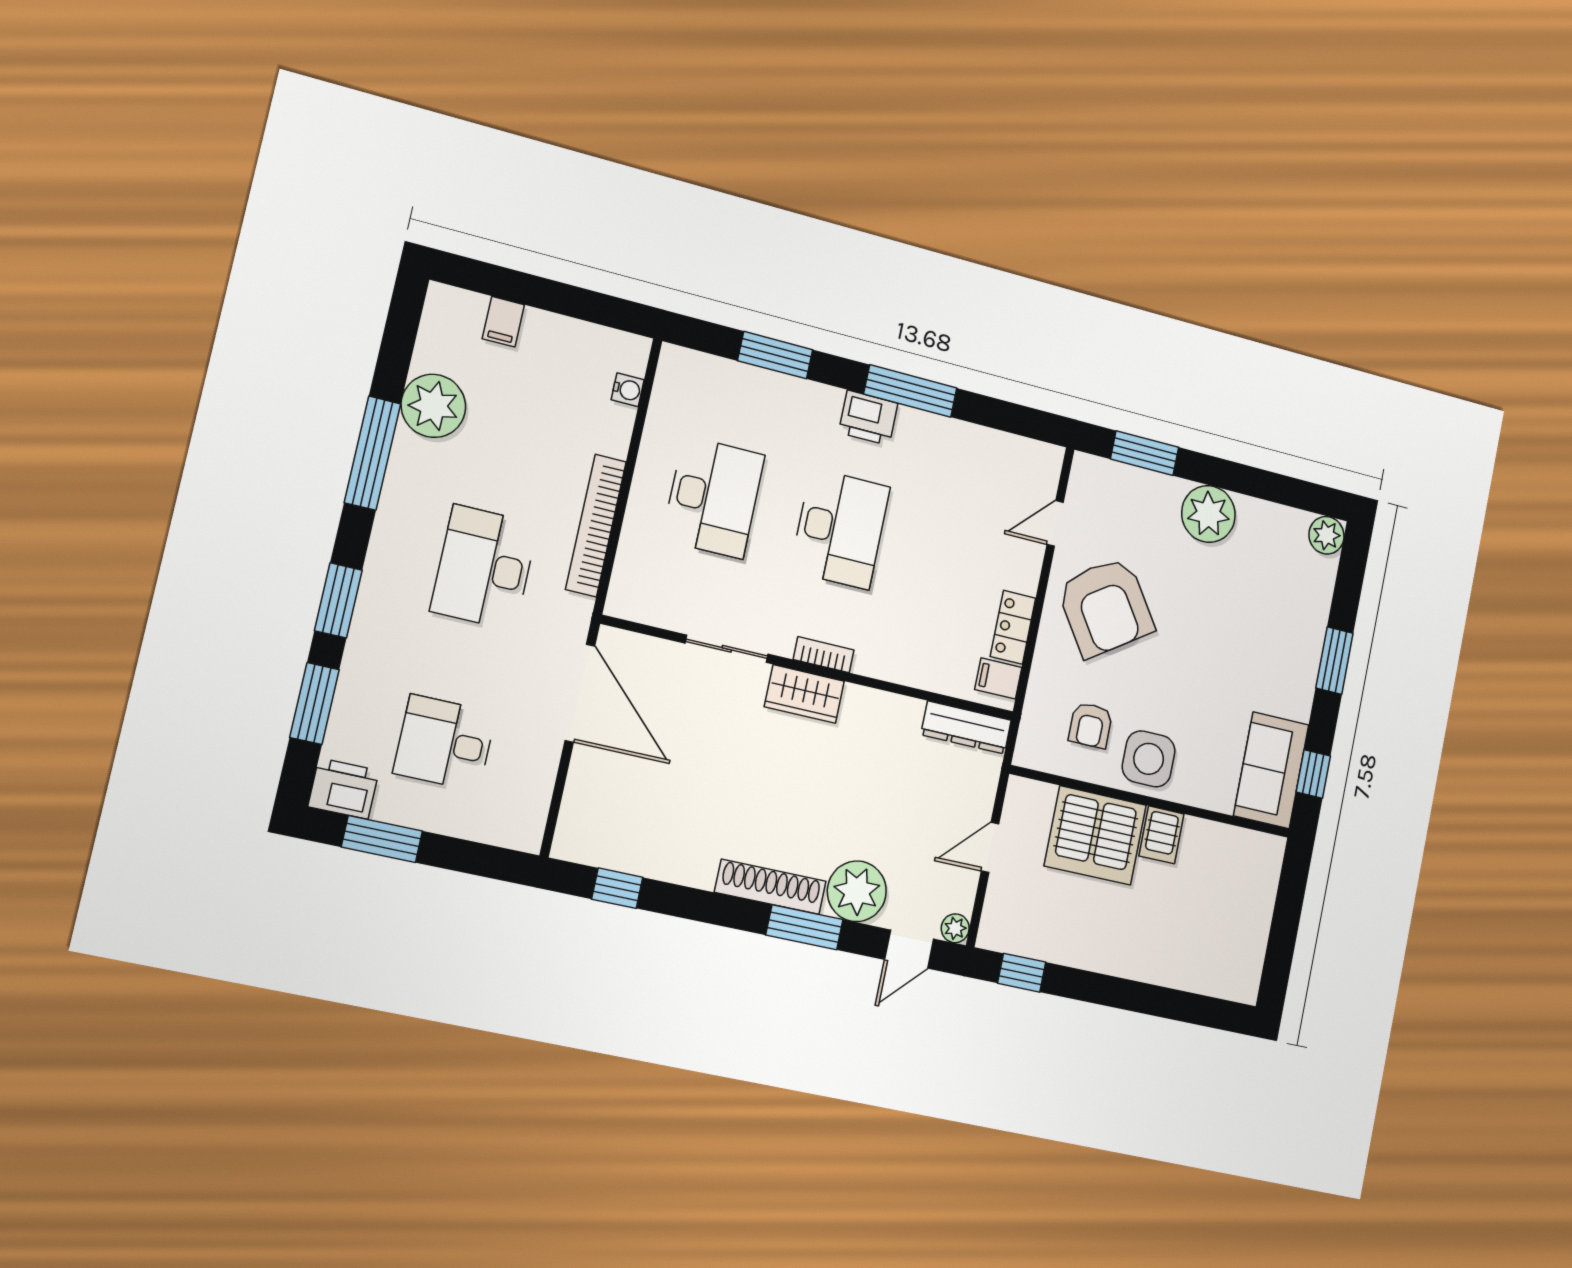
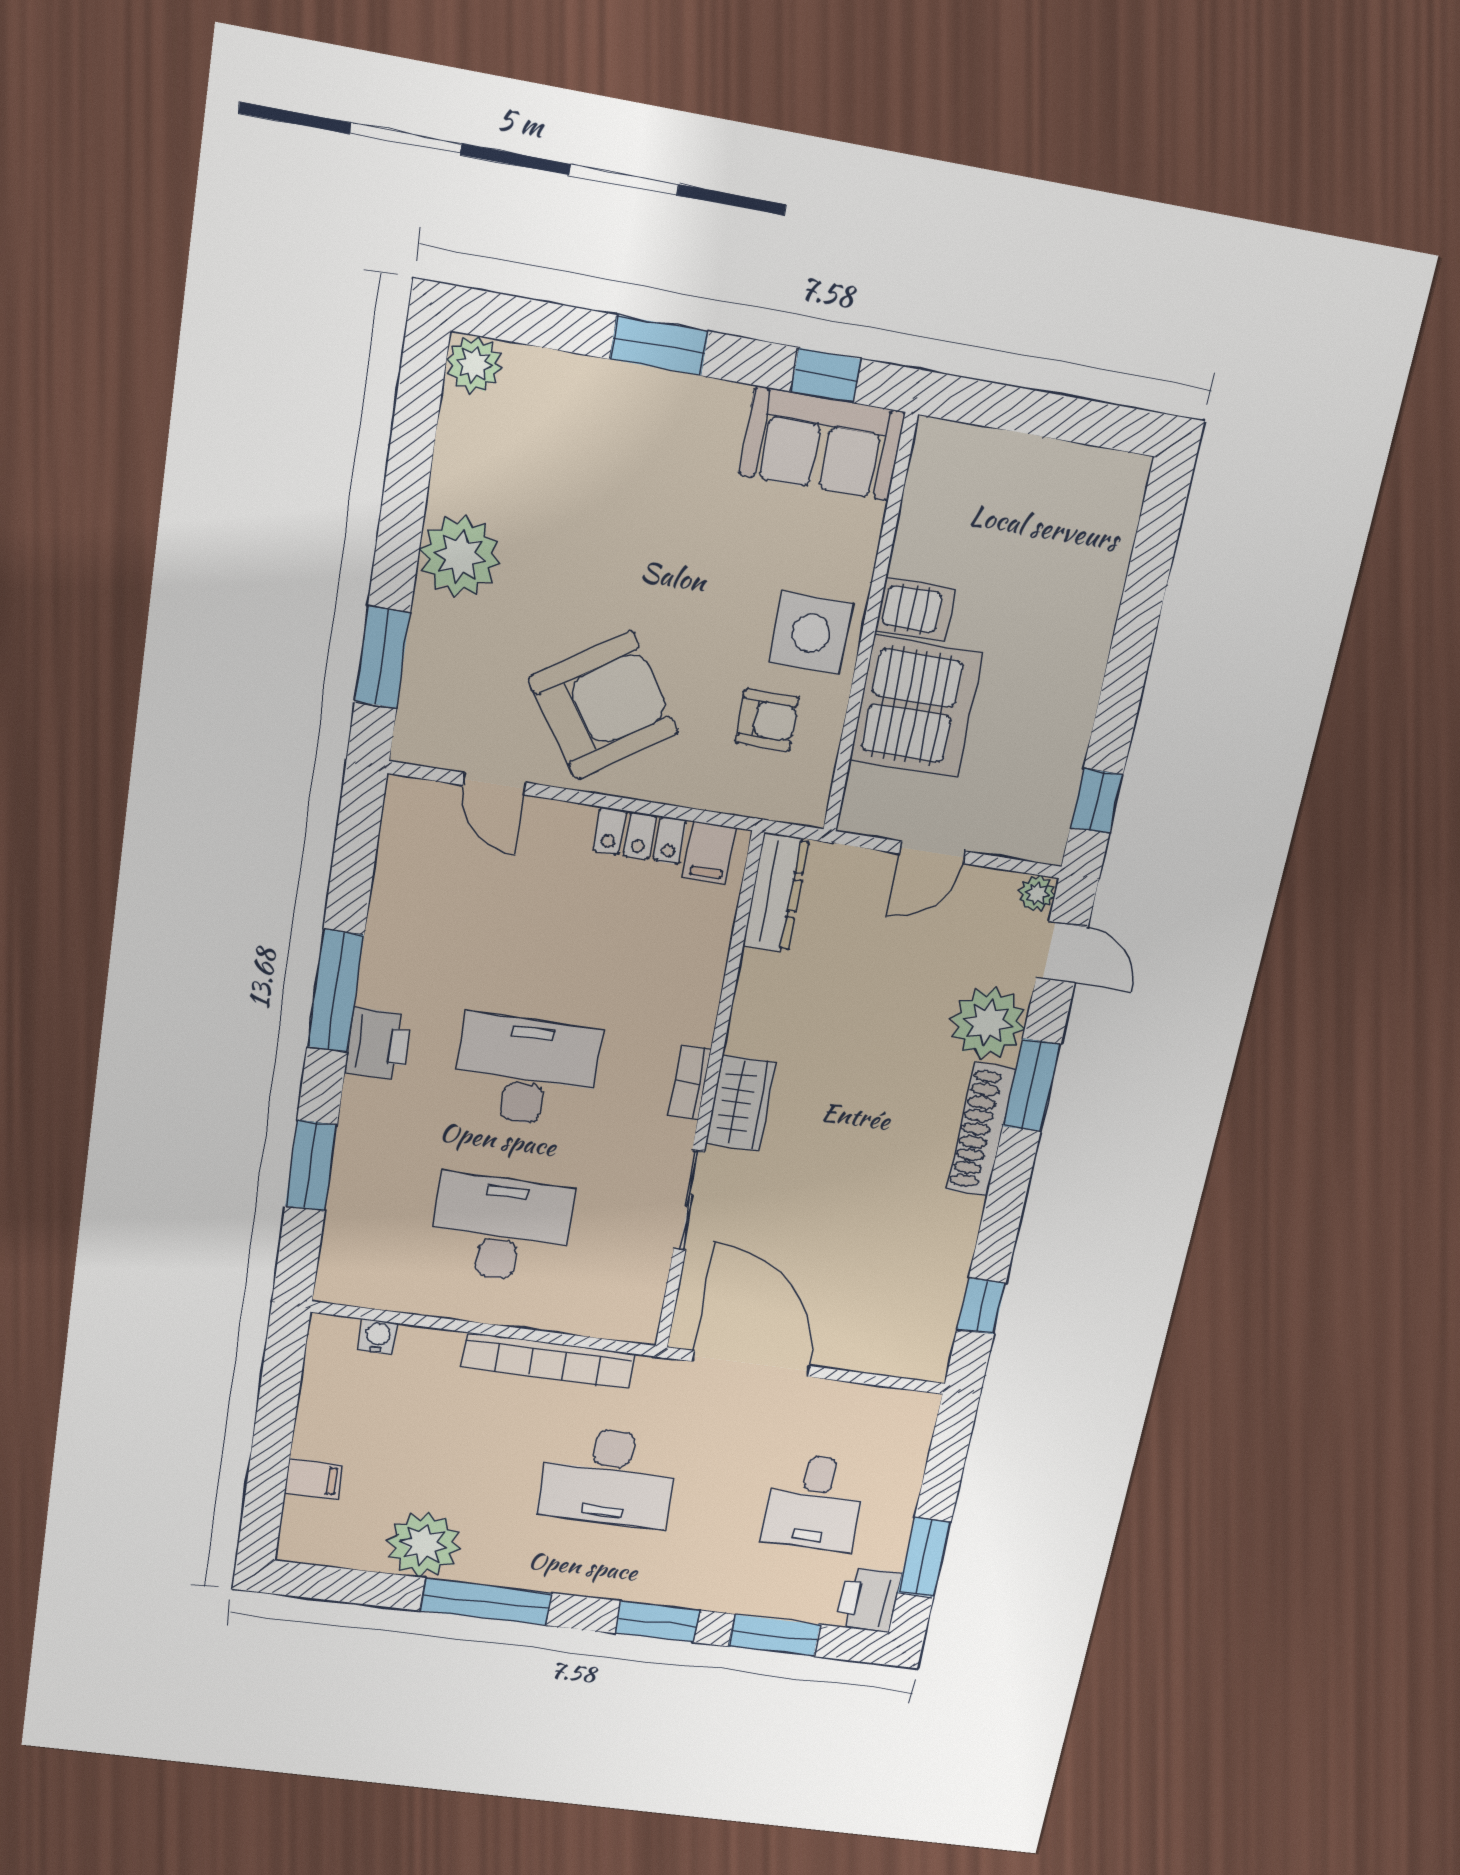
door: (580, 693) -> (751, 1364), hinge flipped
door: (990, 847) -> (933, 852), hinge flipped

